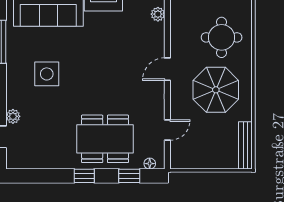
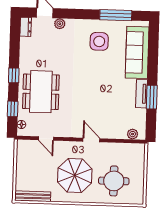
side table: (47, 74) -> (99, 41), moved
dresser: (19, 162) -> (26, 27), added

